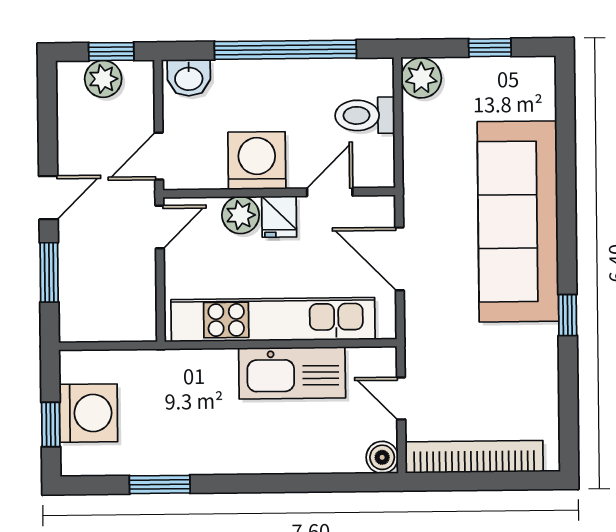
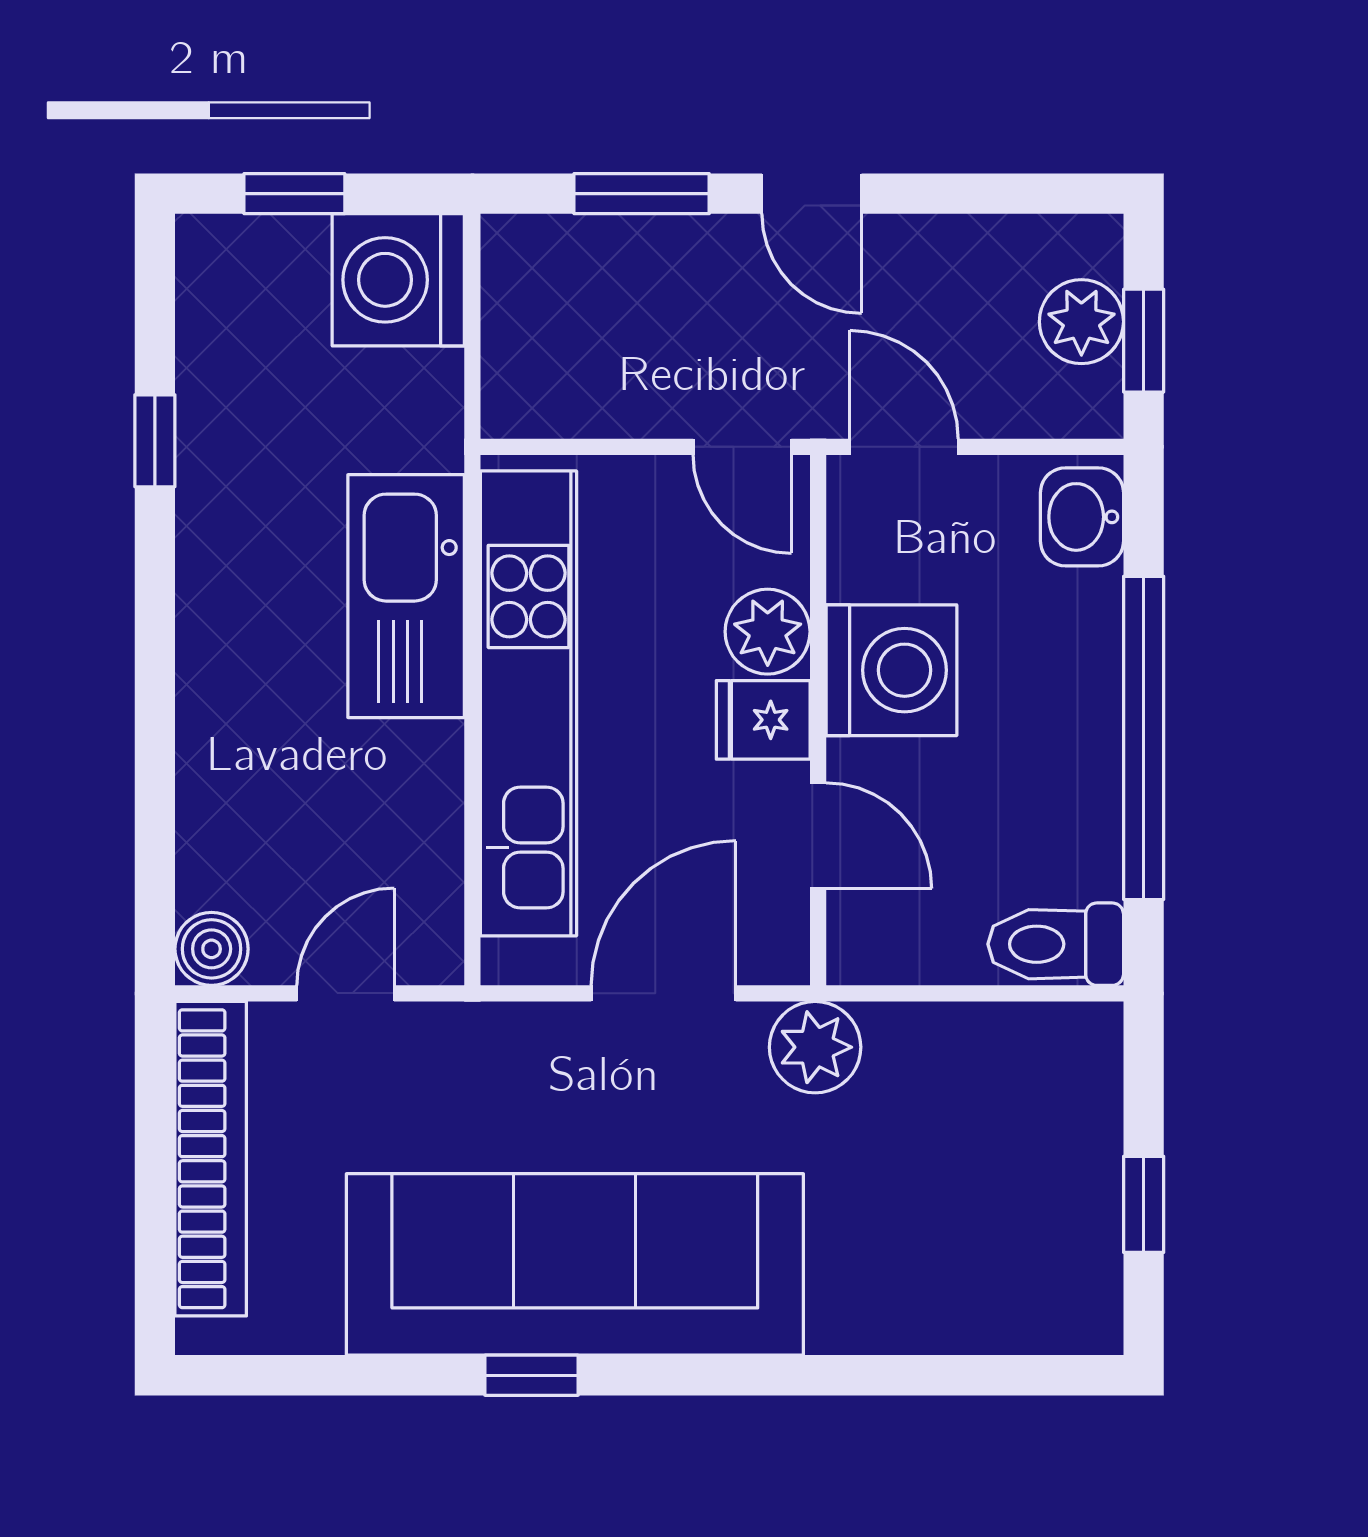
plant: (421, 78) -> (815, 1047), moved
toilet: (365, 115) -> (1056, 944), moved, turned -90
sofa: (518, 221) -> (575, 1264), moved
kitchen sink: (292, 373) -> (406, 596), moved
washing machine: (88, 413) -> (398, 280), moved, turned 90
window: (160, 484) -> (155, 441), width x0.67

